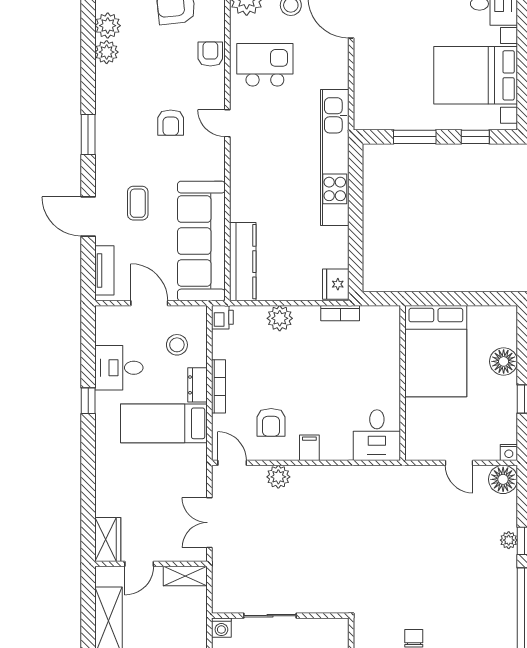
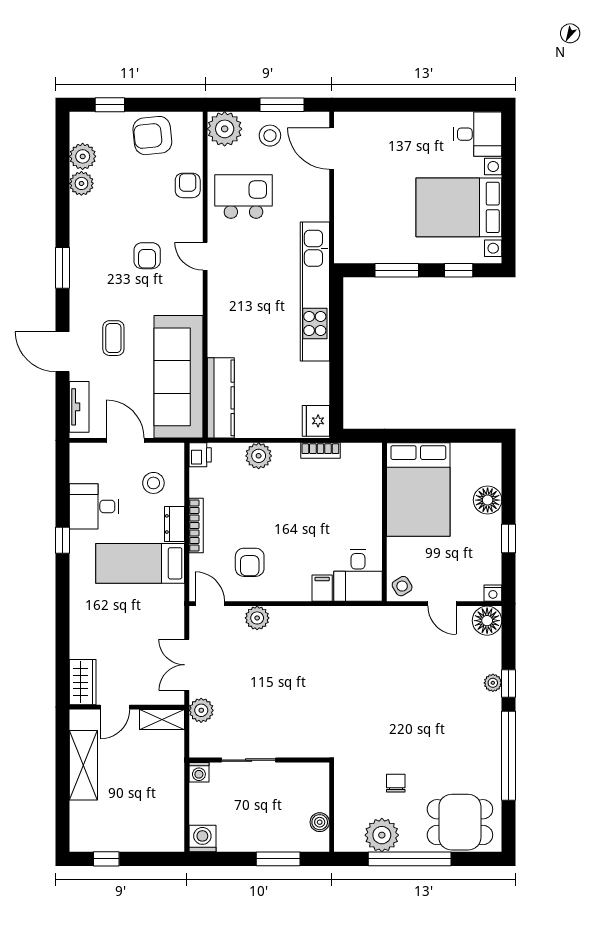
side table: (420, 446) -> (402, 586), added
filing cabinet: (309, 448) -> (322, 588), moved
plant: (224, 567) -> (201, 710), added

